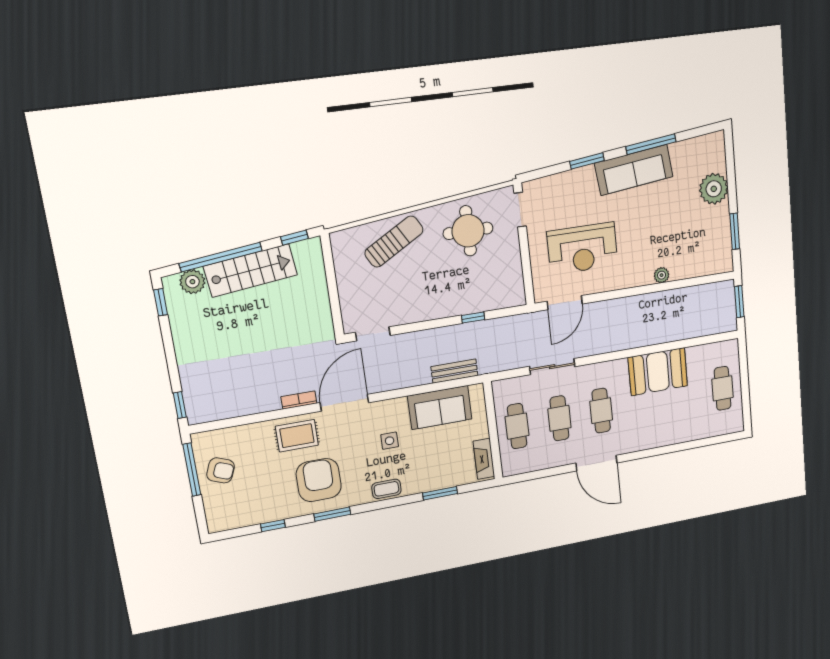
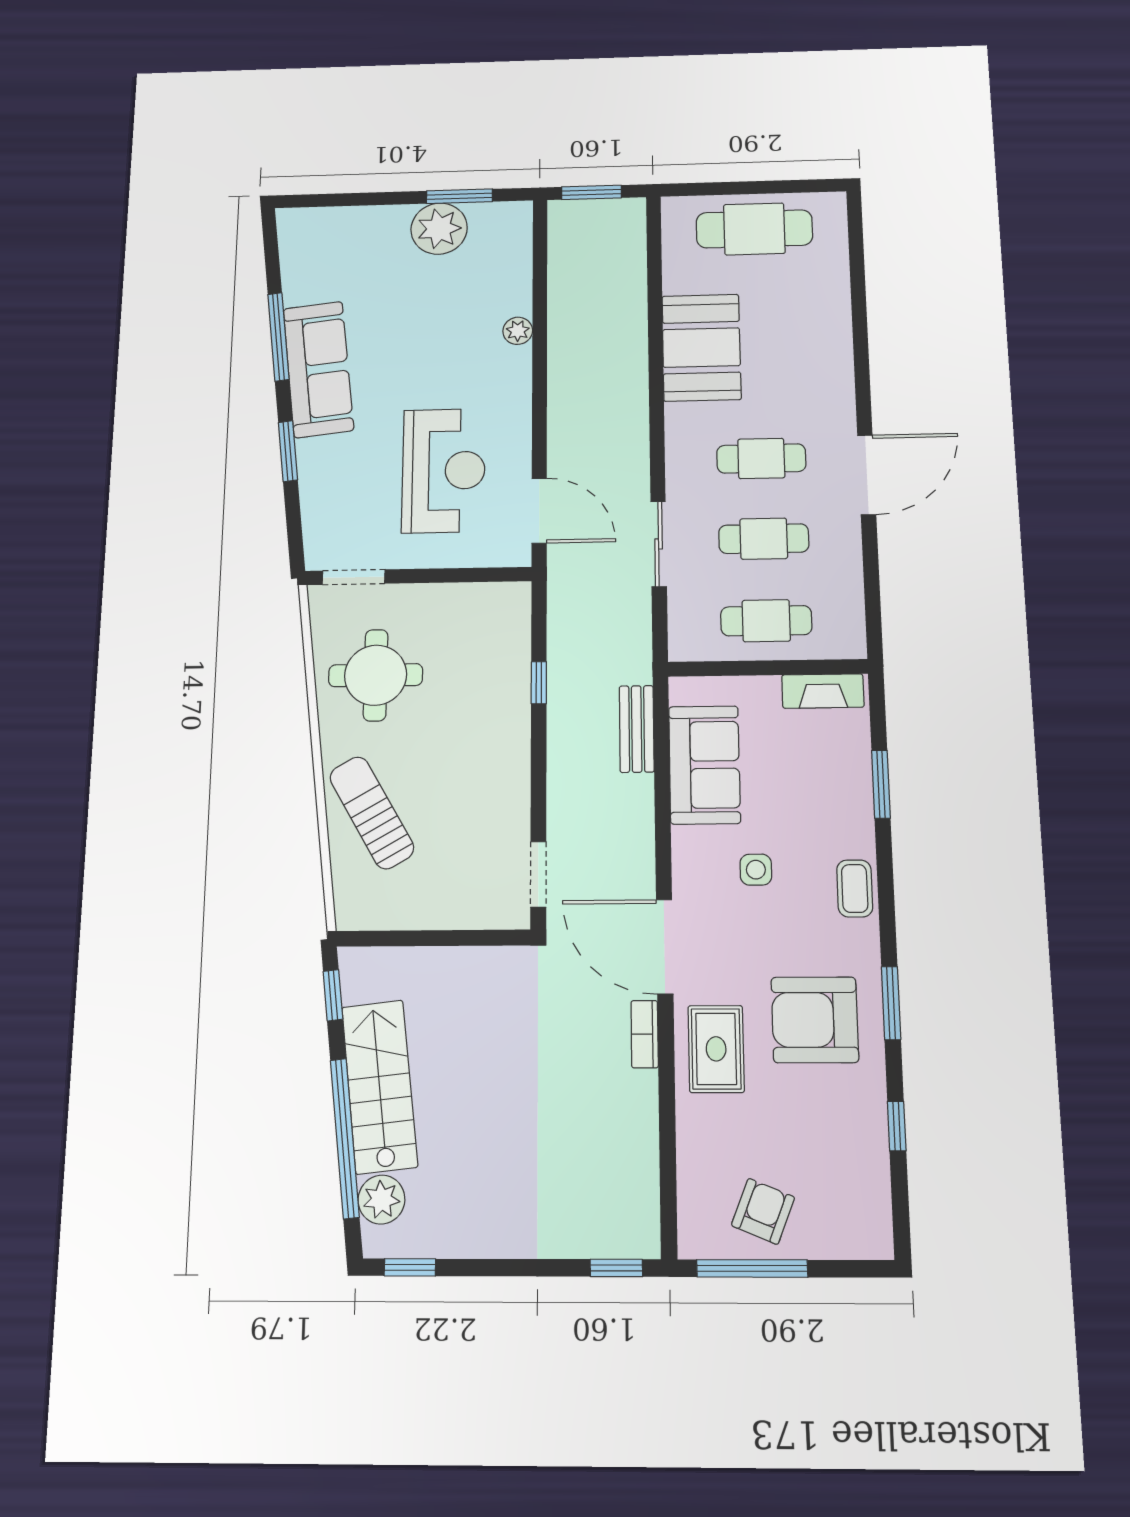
plant: (714, 189) -> (439, 229), moved
cafe table: (723, 388) -> (754, 229), width x1.37, depth x1.35

